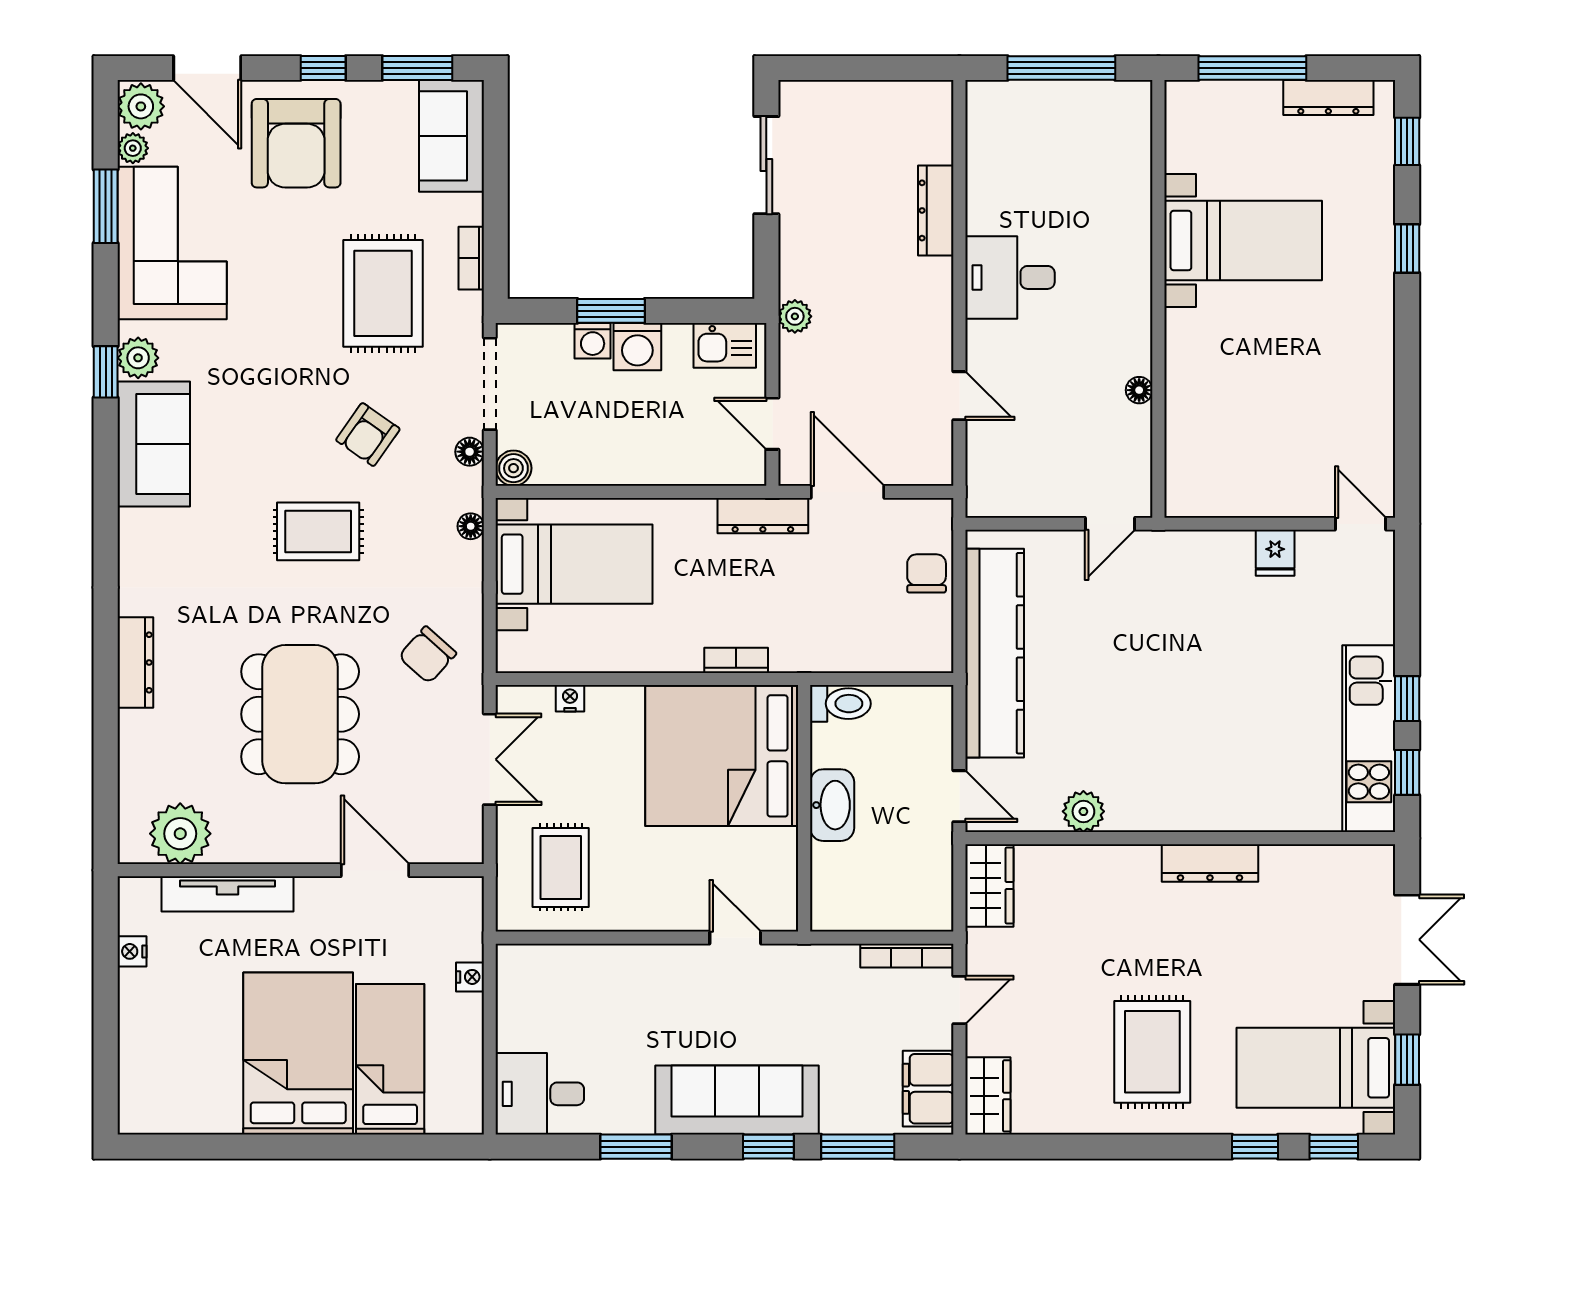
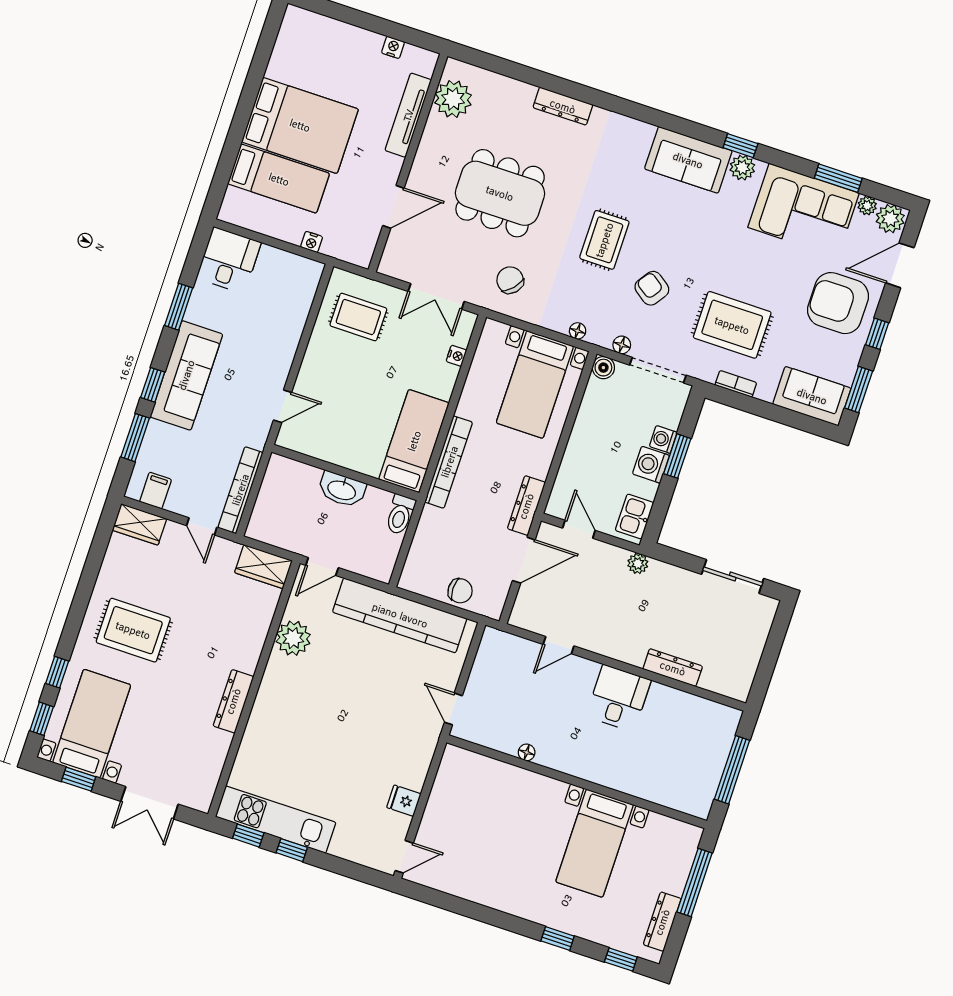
door: (772, 424) -> (579, 529), hinge flipped
bookcase: (736, 660) -> (449, 462), width x2.31, depth x1.31
bed: (722, 756) -> (414, 441), width x0.49
plant: (1083, 811) -> (293, 638), width x1.36, depth x1.36
bookcase: (907, 956) -> (240, 490), width x1.48, depth x1.31
filing cabinet: (928, 1089) -> (156, 491), width x0.50

